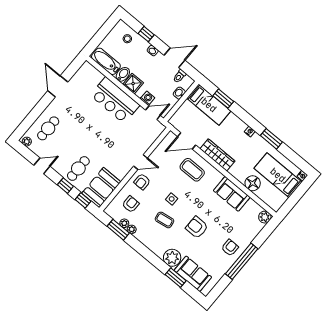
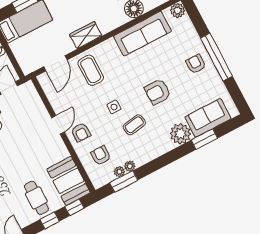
wardrobe: (217, 155) -> (86, 35), width x0.67
coffee table: (192, 170) -> (91, 70), turned 90
sofa: (232, 194) -> (142, 34), width x1.36

